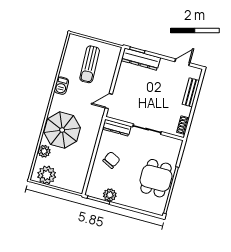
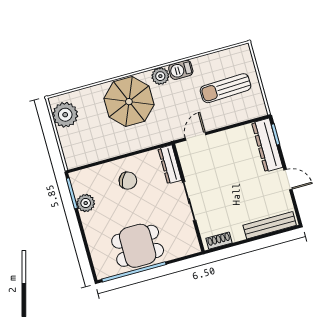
door: (182, 62) -> (288, 180), moved
bench: (191, 92) -> (270, 225), width x1.36
door: (109, 101) -> (196, 136), hinge flipped
plant: (44, 151) -> (160, 76), moved

